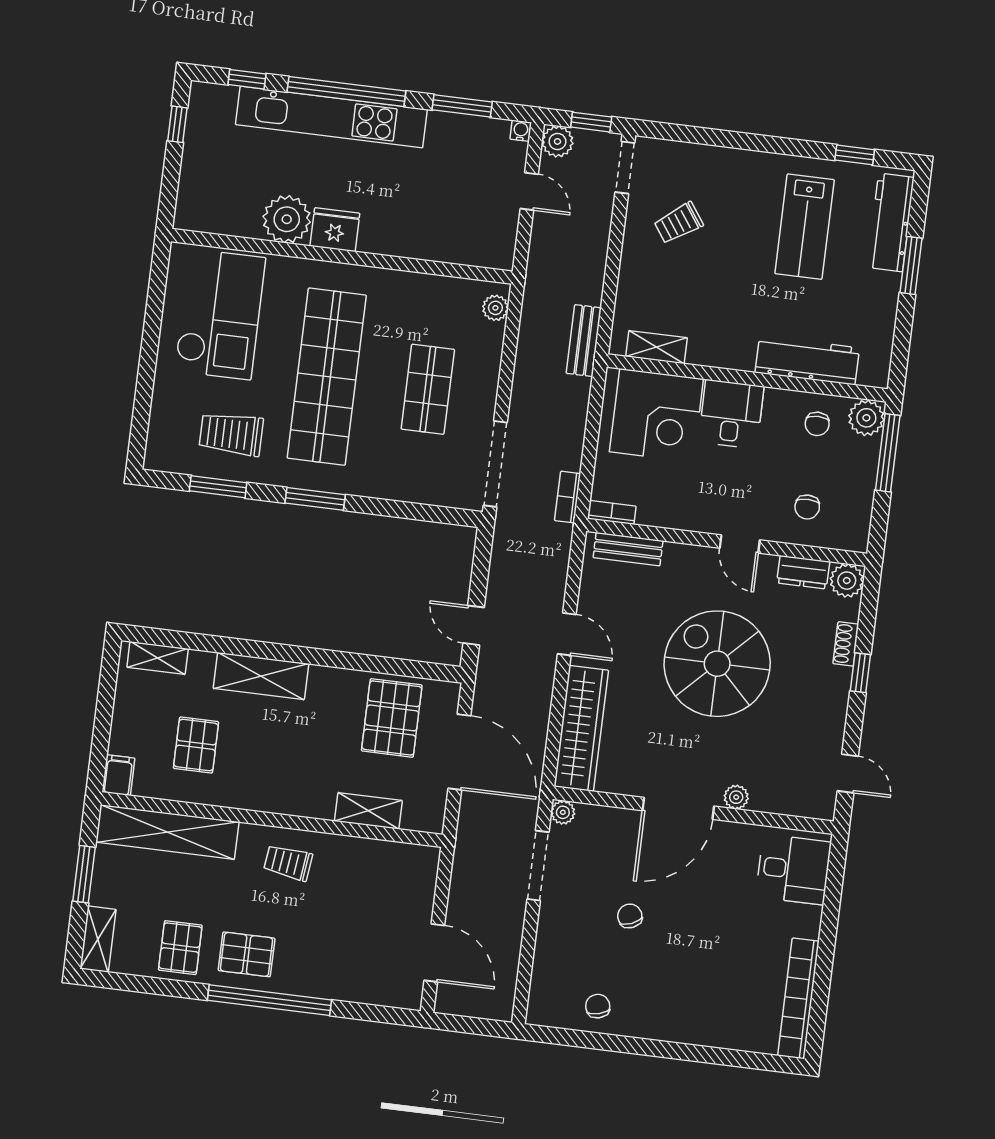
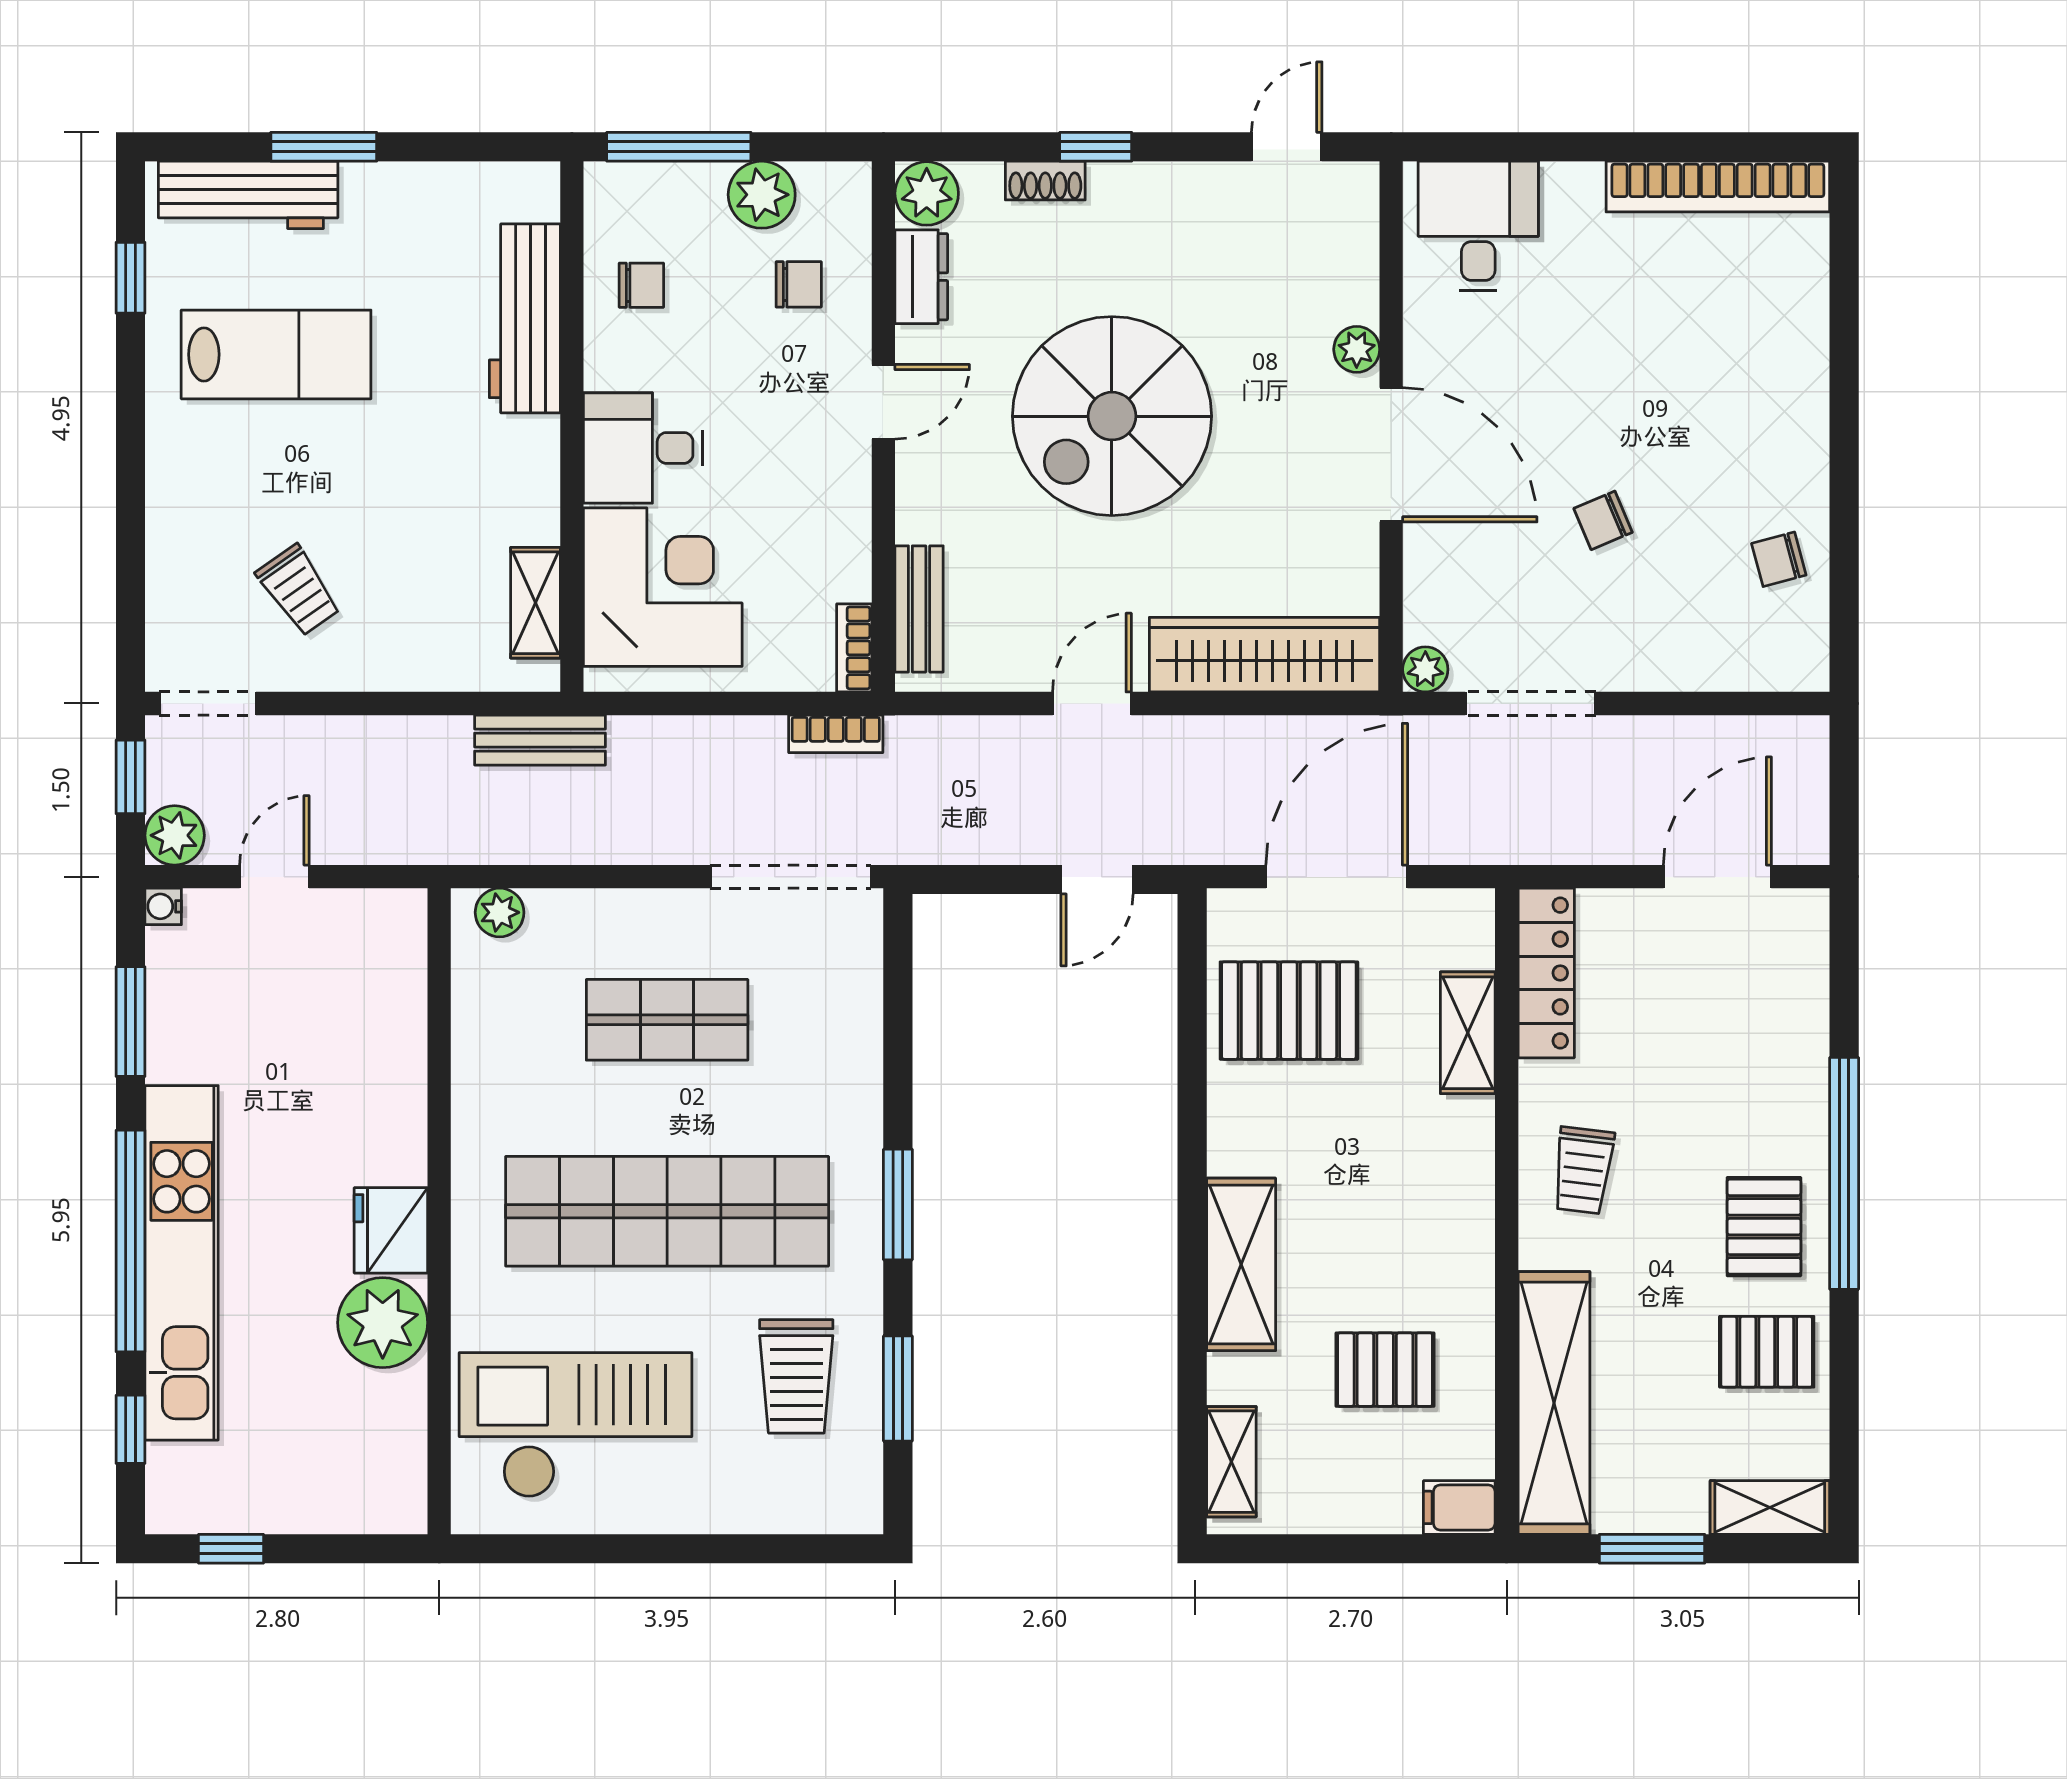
plant: (866, 418) -> (762, 195), moved
locker: (395, 856) -> (1546, 973), added

